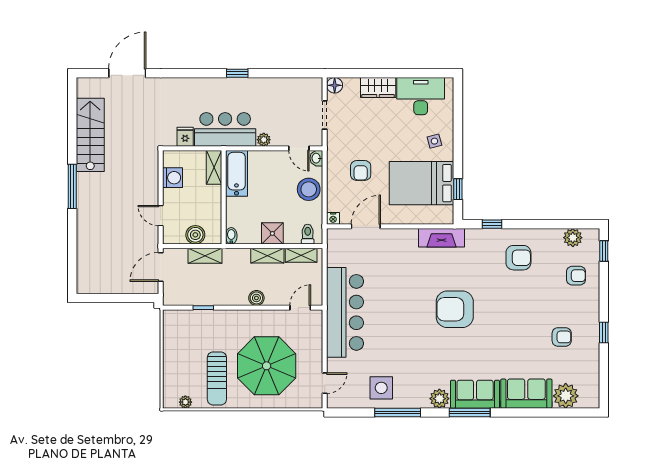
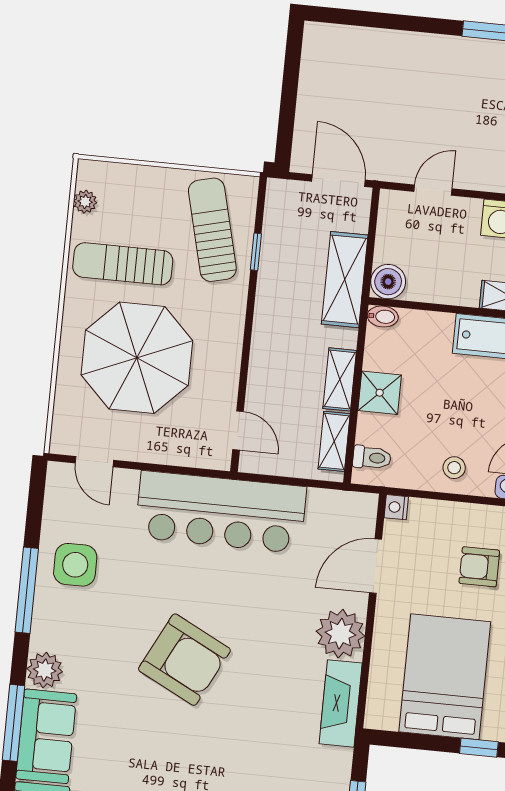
stool: (309, 189) -> (454, 468), width x0.53, depth x0.53
window: (458, 189) -> (479, 748), moved
door: (366, 226) -> (376, 566), swing flipped
boiler: (195, 235) -> (388, 282), moved
plant: (404, 242) -> (340, 634), added
shelving: (205, 256) -> (345, 280), width x1.50, depth x1.33
boiler: (256, 298) -> (264, 351), removed
armchair: (455, 309) -> (184, 660), moved, turned 117
sun lounger: (194, 332) -> (212, 230), added

